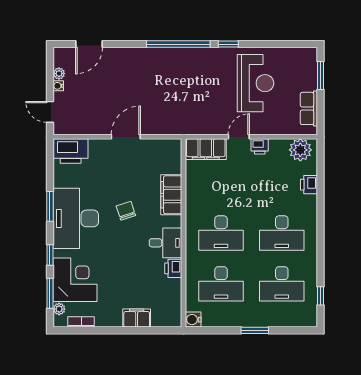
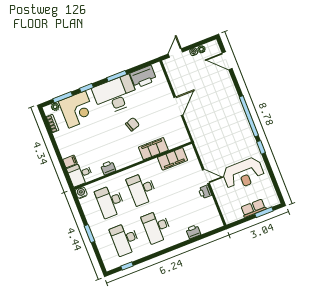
row of seats: (309, 108) -> (253, 208), moved
door: (126, 137) -> (178, 106), hinge flipped
filing cabinet: (206, 149) -> (173, 159), moved, turned -90
plant: (300, 150) -> (213, 218), removed
printer: (71, 151) -> (143, 77), moved, turned -90
desk: (165, 243) -> (80, 174), moved, turned 90
filing cabinet: (137, 318) -> (70, 161), width x0.50

